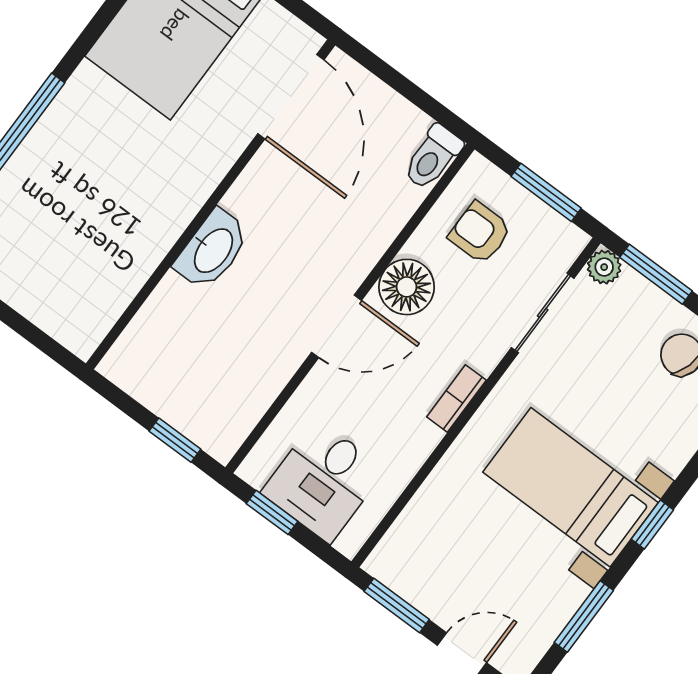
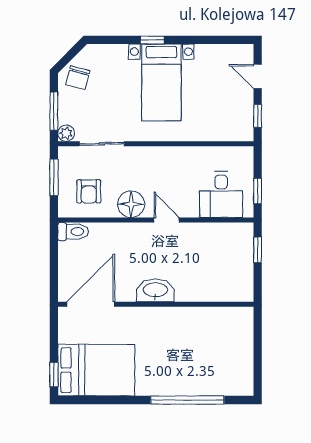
washbasin: (212, 250) -> (155, 290), moved
door: (337, 326) -> (167, 220), width x0.73
bookcase: (456, 398) -> (160, 153), removed
desk: (323, 481) -> (221, 195), moved, turned 90
window: (397, 605) -> (258, 116), width x0.67
window: (584, 616) -> (208, 40), removed

